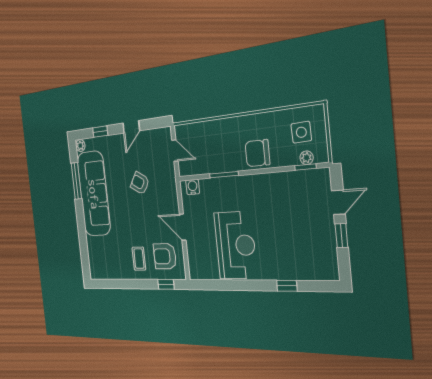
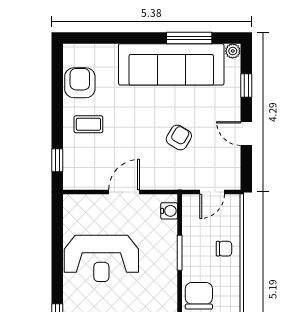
chair: (217, 135) -> (224, 249), added
armchair: (165, 256) -> (80, 83), moved

